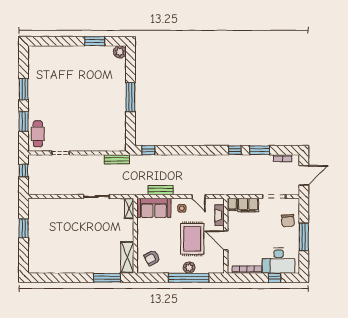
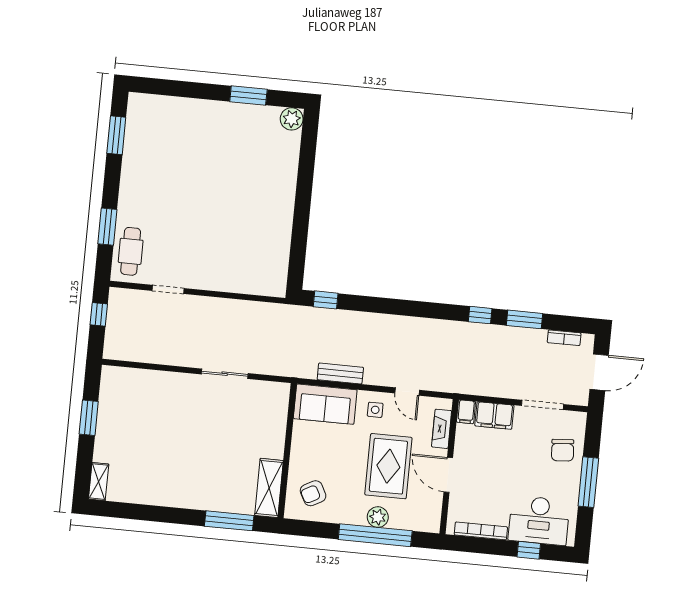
window: (24, 89) -> (116, 135), moved
window: (130, 97) -> (303, 202), removed
bench: (117, 159) -> (268, 311), removed
shelving: (129, 208) -> (99, 482), moved

